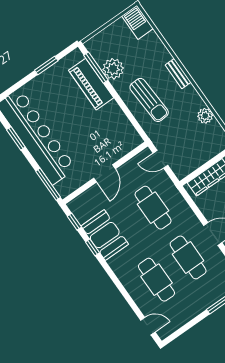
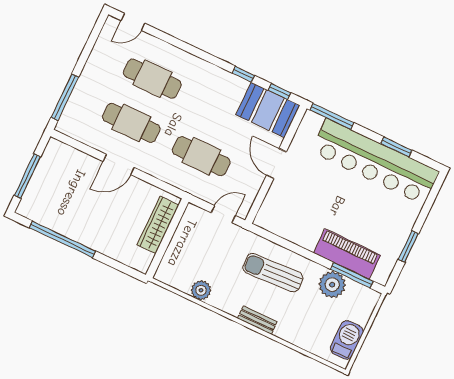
barbecue: (137, 22) -> (347, 340), moved, turned -90
booth: (105, 235) -> (268, 110), moved

